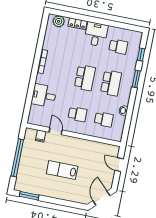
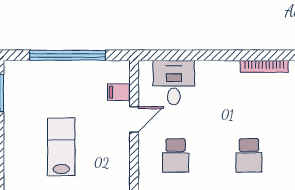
school desk: (85, 78) -> (249, 155), width x0.54
desk: (44, 96) -> (174, 83), moved

